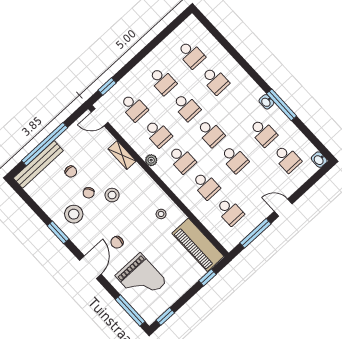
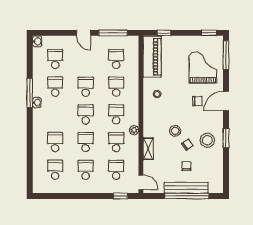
bench: (38, 164) -> (186, 188), moved

